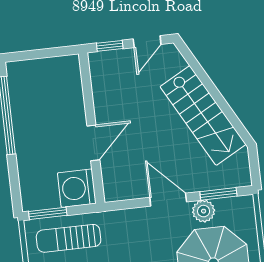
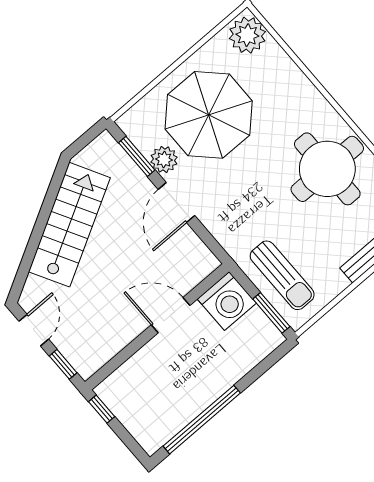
door: (147, 42) -> (34, 330), hinge flipped
window: (61, 51) -> (102, 409), added

